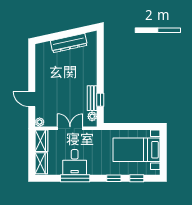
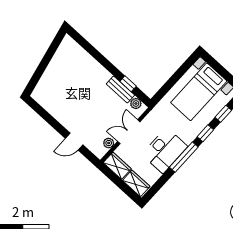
dresser: (69, 43) -> (55, 66), removed
plant: (40, 122) -> (109, 143), moved
desk: (75, 162) -> (165, 150), width x1.37
window: (75, 178) -> (184, 157), moved

